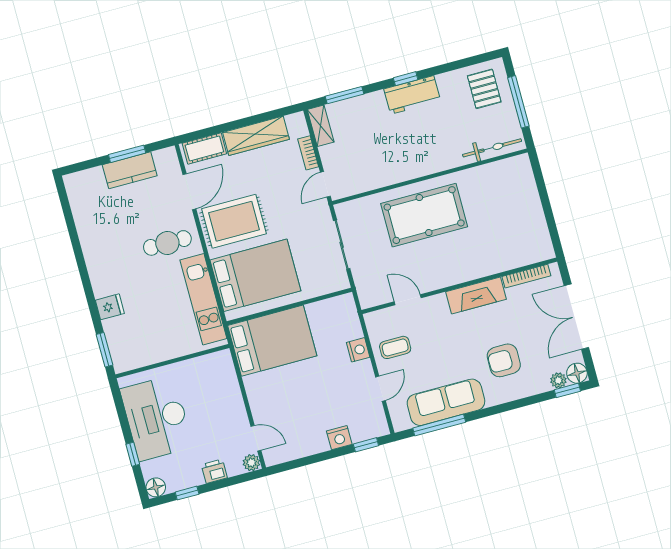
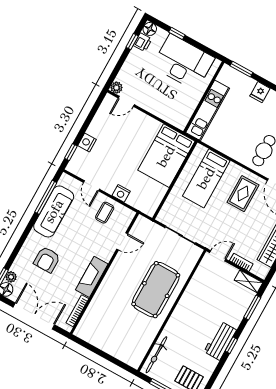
door: (325, 184) -> (218, 256), hinge flipped
rug: (234, 221) -> (243, 194), width x0.73, depth x0.70
bed: (255, 275) -> (206, 178), width x0.67
kitchen unit: (203, 299) -> (208, 110), moved, turned 90
armchair: (504, 360) -> (47, 260), turned 180
printer: (214, 471) -> (143, 42), moved

